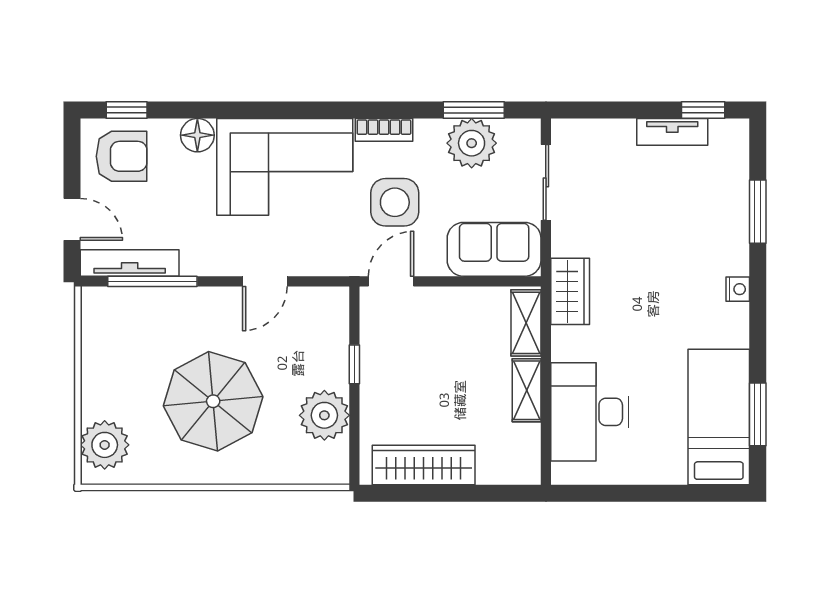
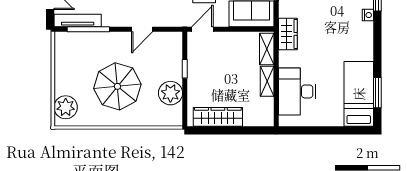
nightstand: (738, 289) -> (368, 15), moved

